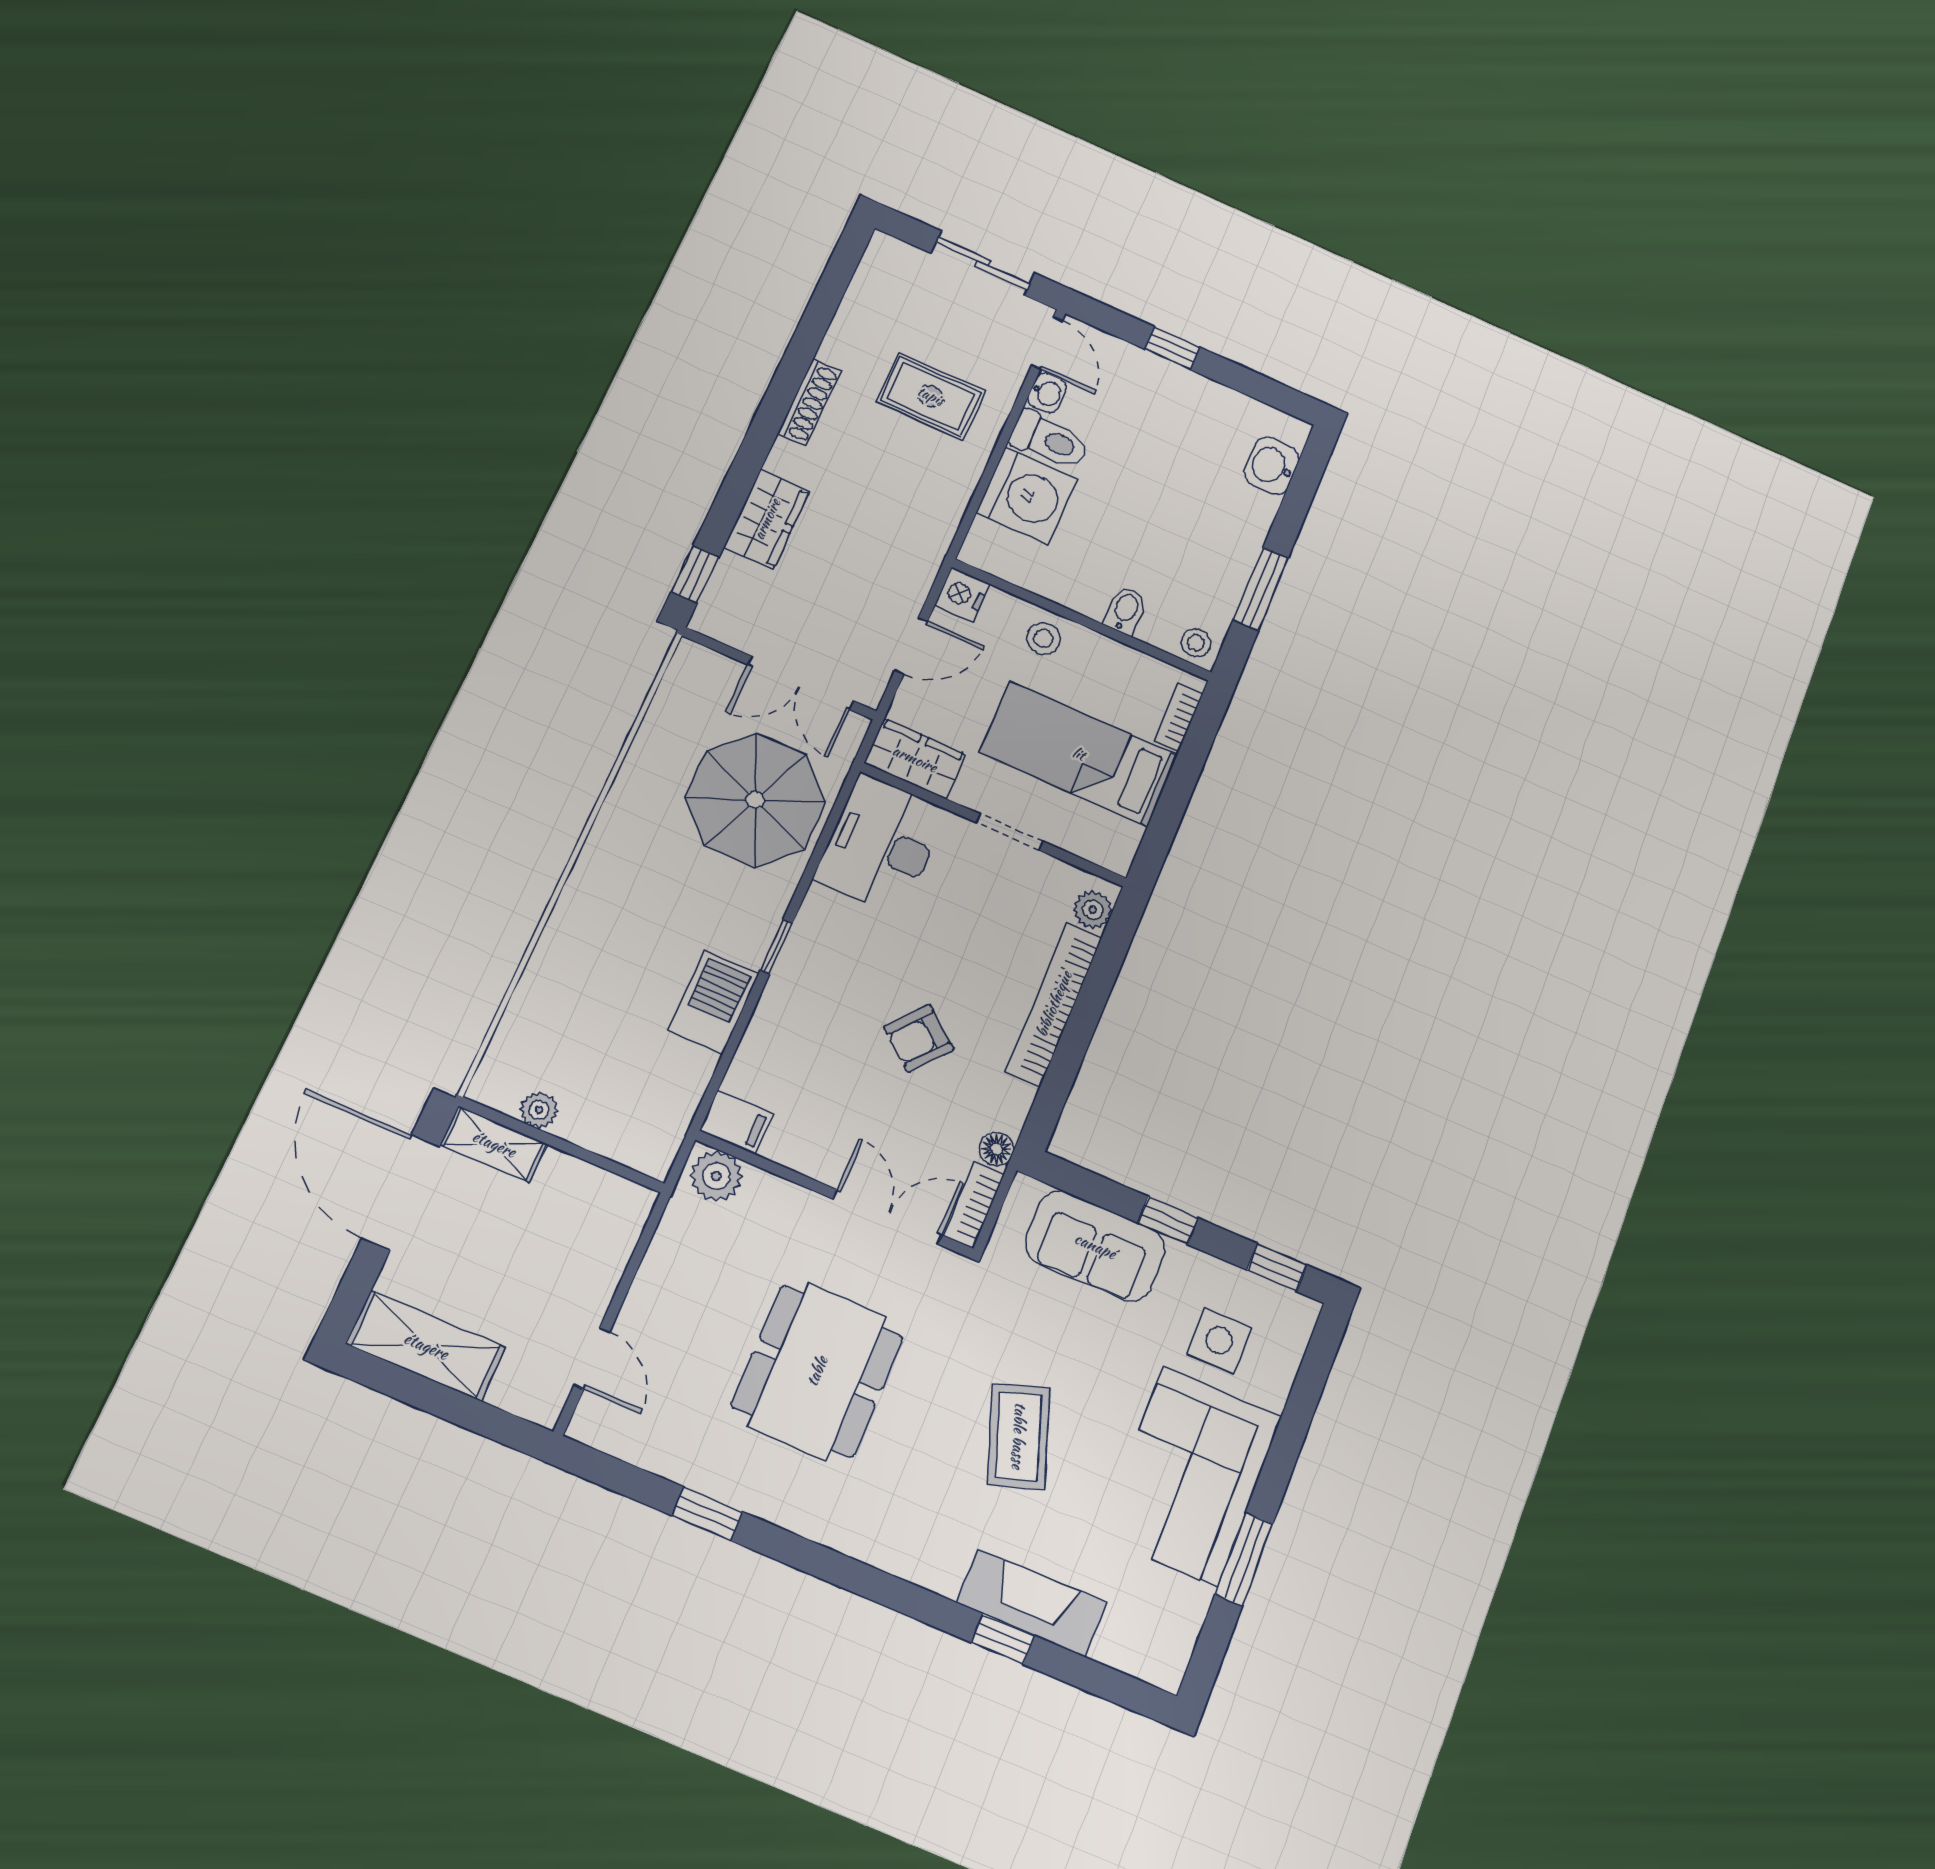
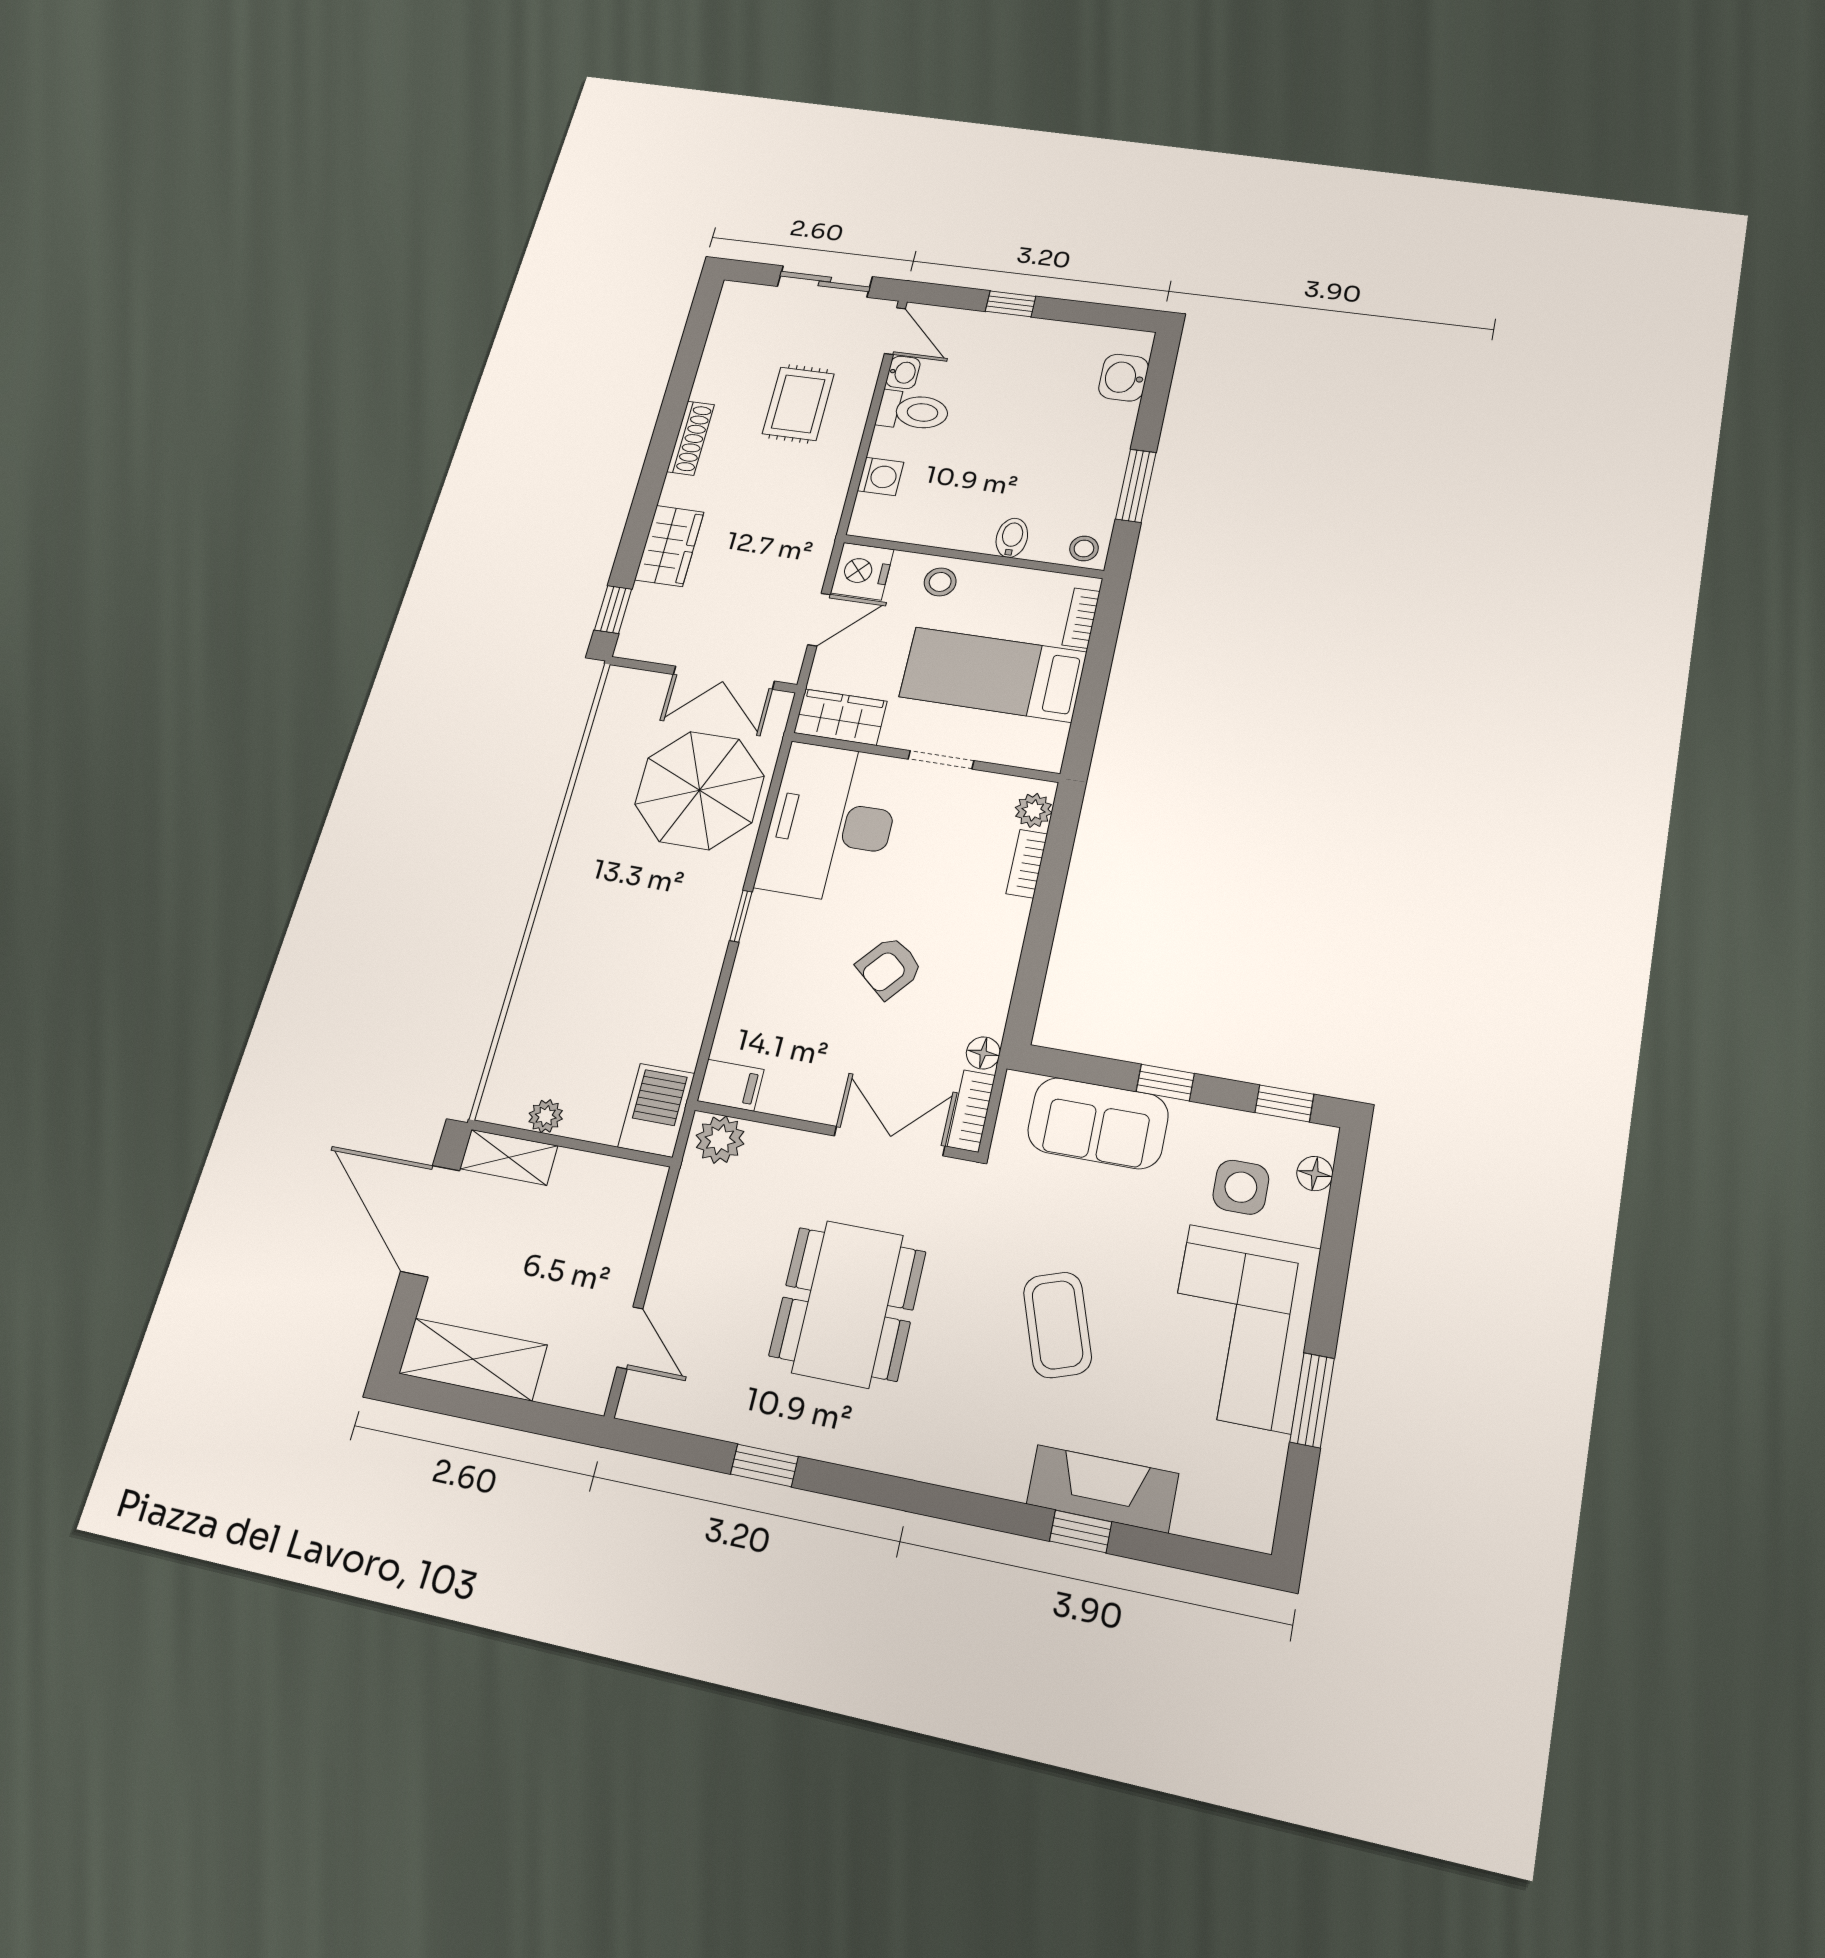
rug: (931, 396) -> (798, 404), turned 90
washing machine: (1027, 496) -> (880, 476), width x0.53, depth x0.53
nightstand: (962, 595) -> (862, 571), width x1.36, depth x1.33
desk: (881, 845) -> (831, 823), width x1.36, depth x1.30
barbecue: (714, 1002) -> (656, 1110), moved
bookcase: (1054, 1004) -> (1027, 864), width x0.43, depth x0.76
floor lamp: (1291, 1343) -> (1315, 1174), added

